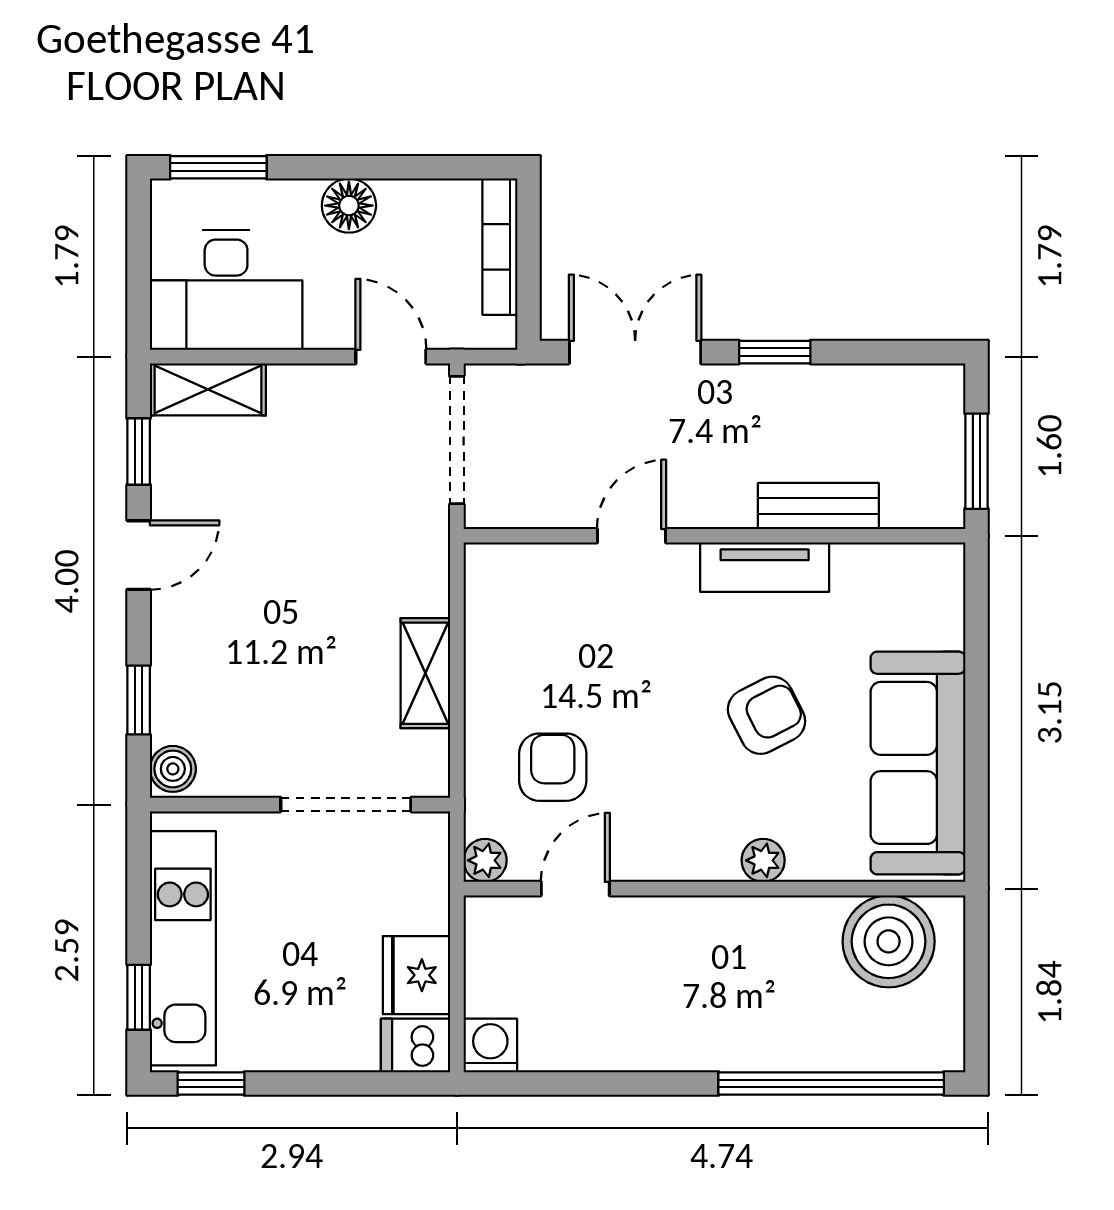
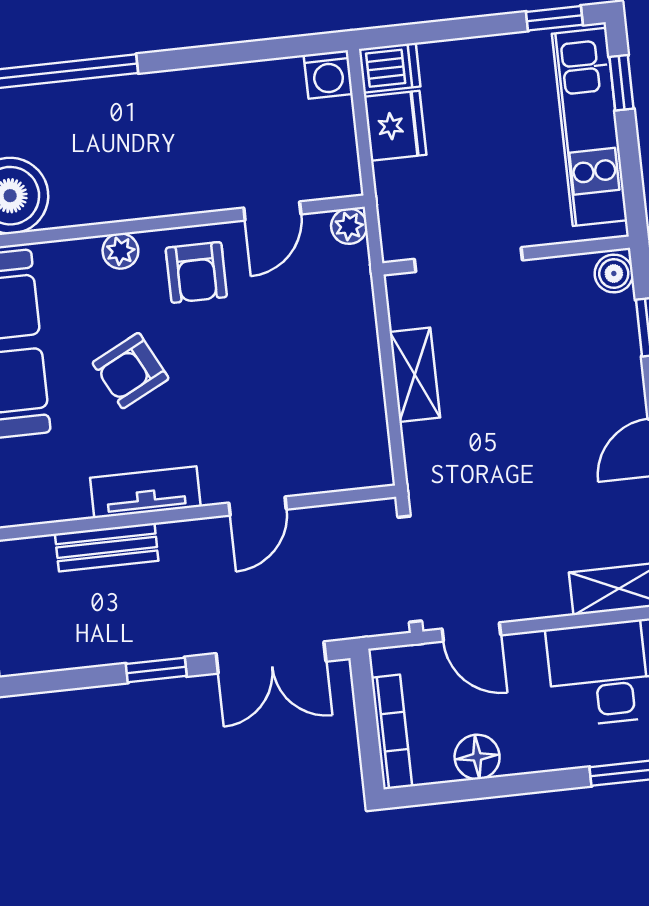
floor lamp: (349, 206) -> (477, 757), moved
armchair: (553, 767) -> (196, 272), moved

